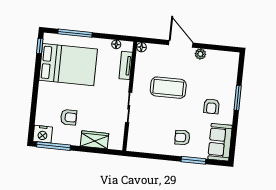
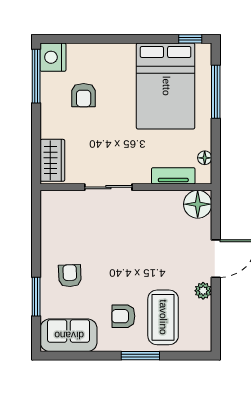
floor lamp: (141, 47) -> (198, 204), width x1.89, depth x1.89
coffee table: (168, 88) -> (163, 317), moved
wardrobe: (95, 140) -> (52, 160), moved

